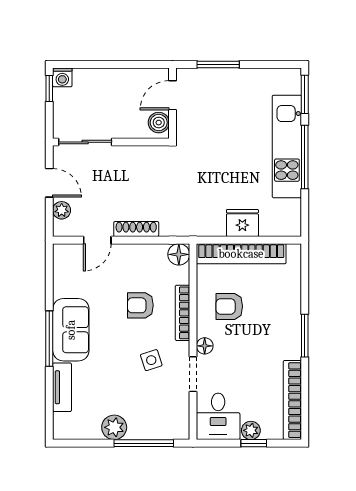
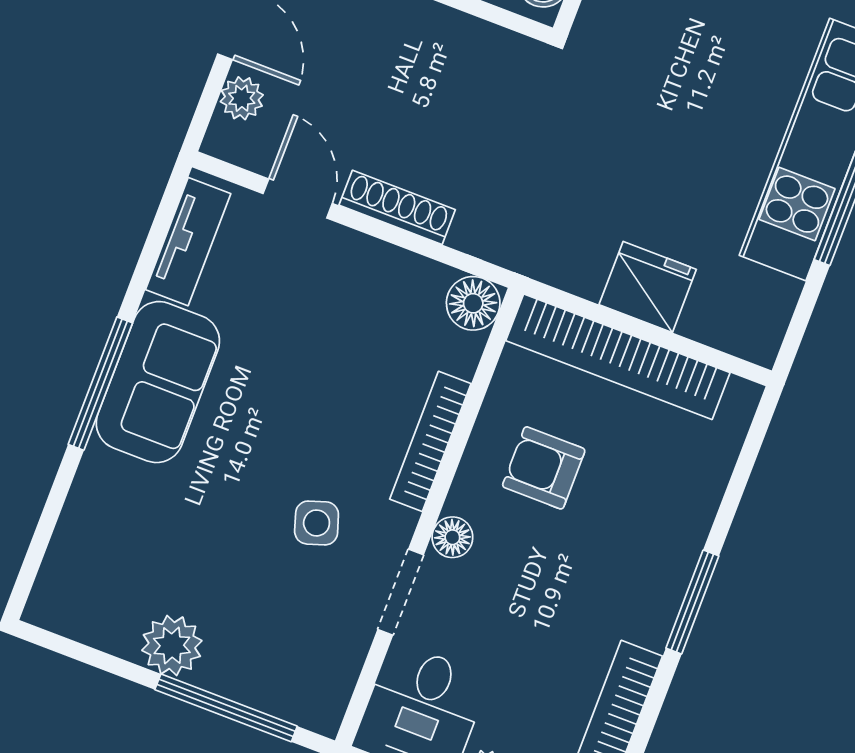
door: (97, 240) -> (298, 199), swing flipped
armchair: (140, 305) -> (340, 387), removed
tv unit: (62, 387) -> (188, 242), moved

